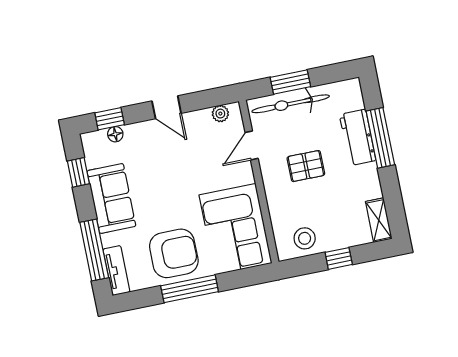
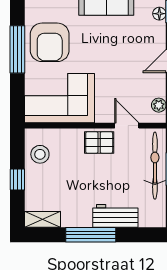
window: (380, 138) -> (91, 235), moved
pallet: (306, 166) -> (99, 143), moved, turned 90

